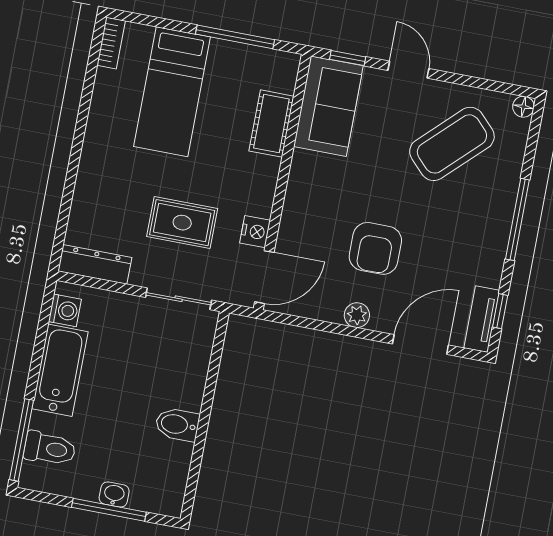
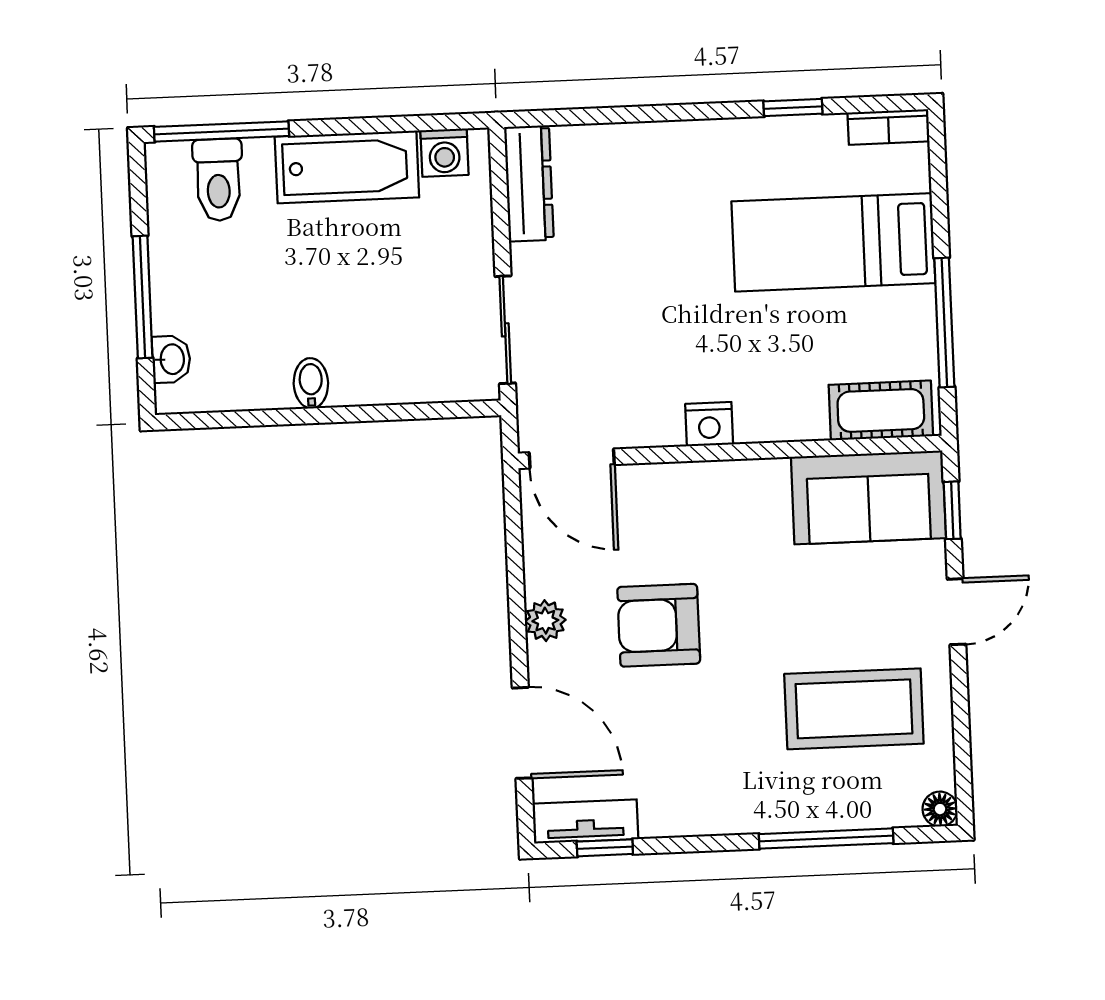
window: (86, 97) -> (793, 108), added
cot: (271, 124) -> (881, 410), moved
coffee table: (452, 144) -> (854, 709), turned -46
window: (517, 219) -> (826, 839), moved
rug: (182, 223) -> (628, 307), removed
nightstand: (255, 232) -> (709, 424), moved
bidet: (177, 425) -> (311, 383), width x0.72, depth x0.74
washbasin: (114, 495) -> (171, 359), moved

